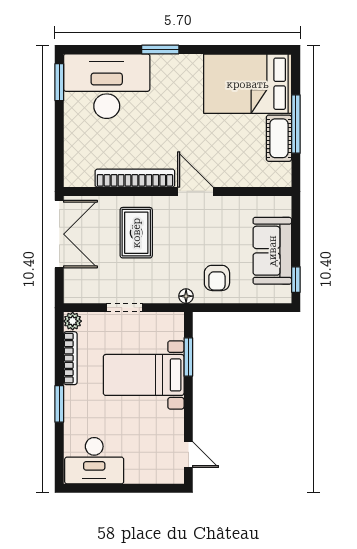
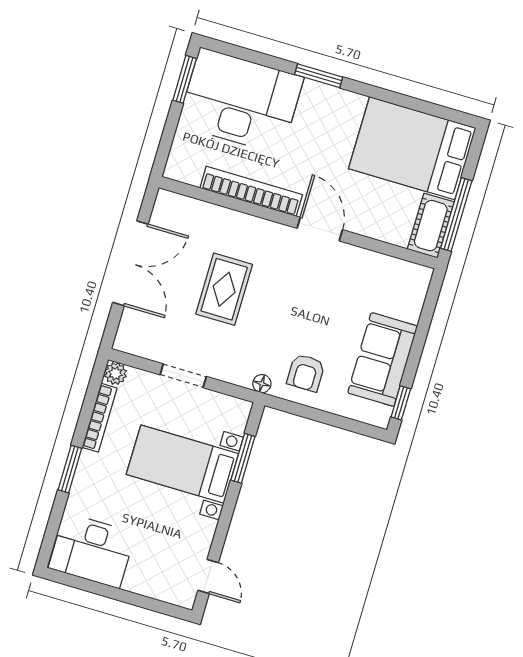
bookcase: (135, 178) -> (251, 191), moved
wall: (178, 191) -> (298, 223), moved
door: (195, 191) -> (320, 229), moved

